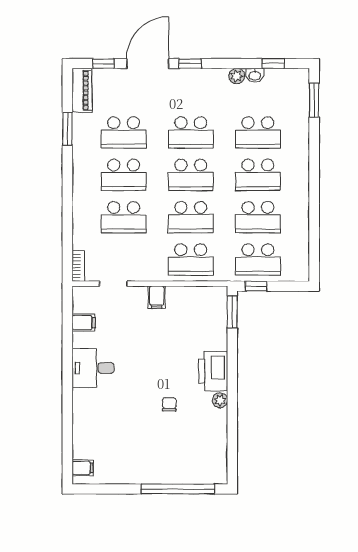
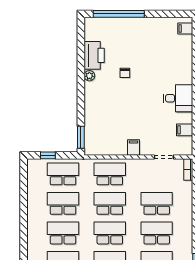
window: (256, 286) -> (48, 155), moved
printer: (213, 371) -> (94, 55), moved

